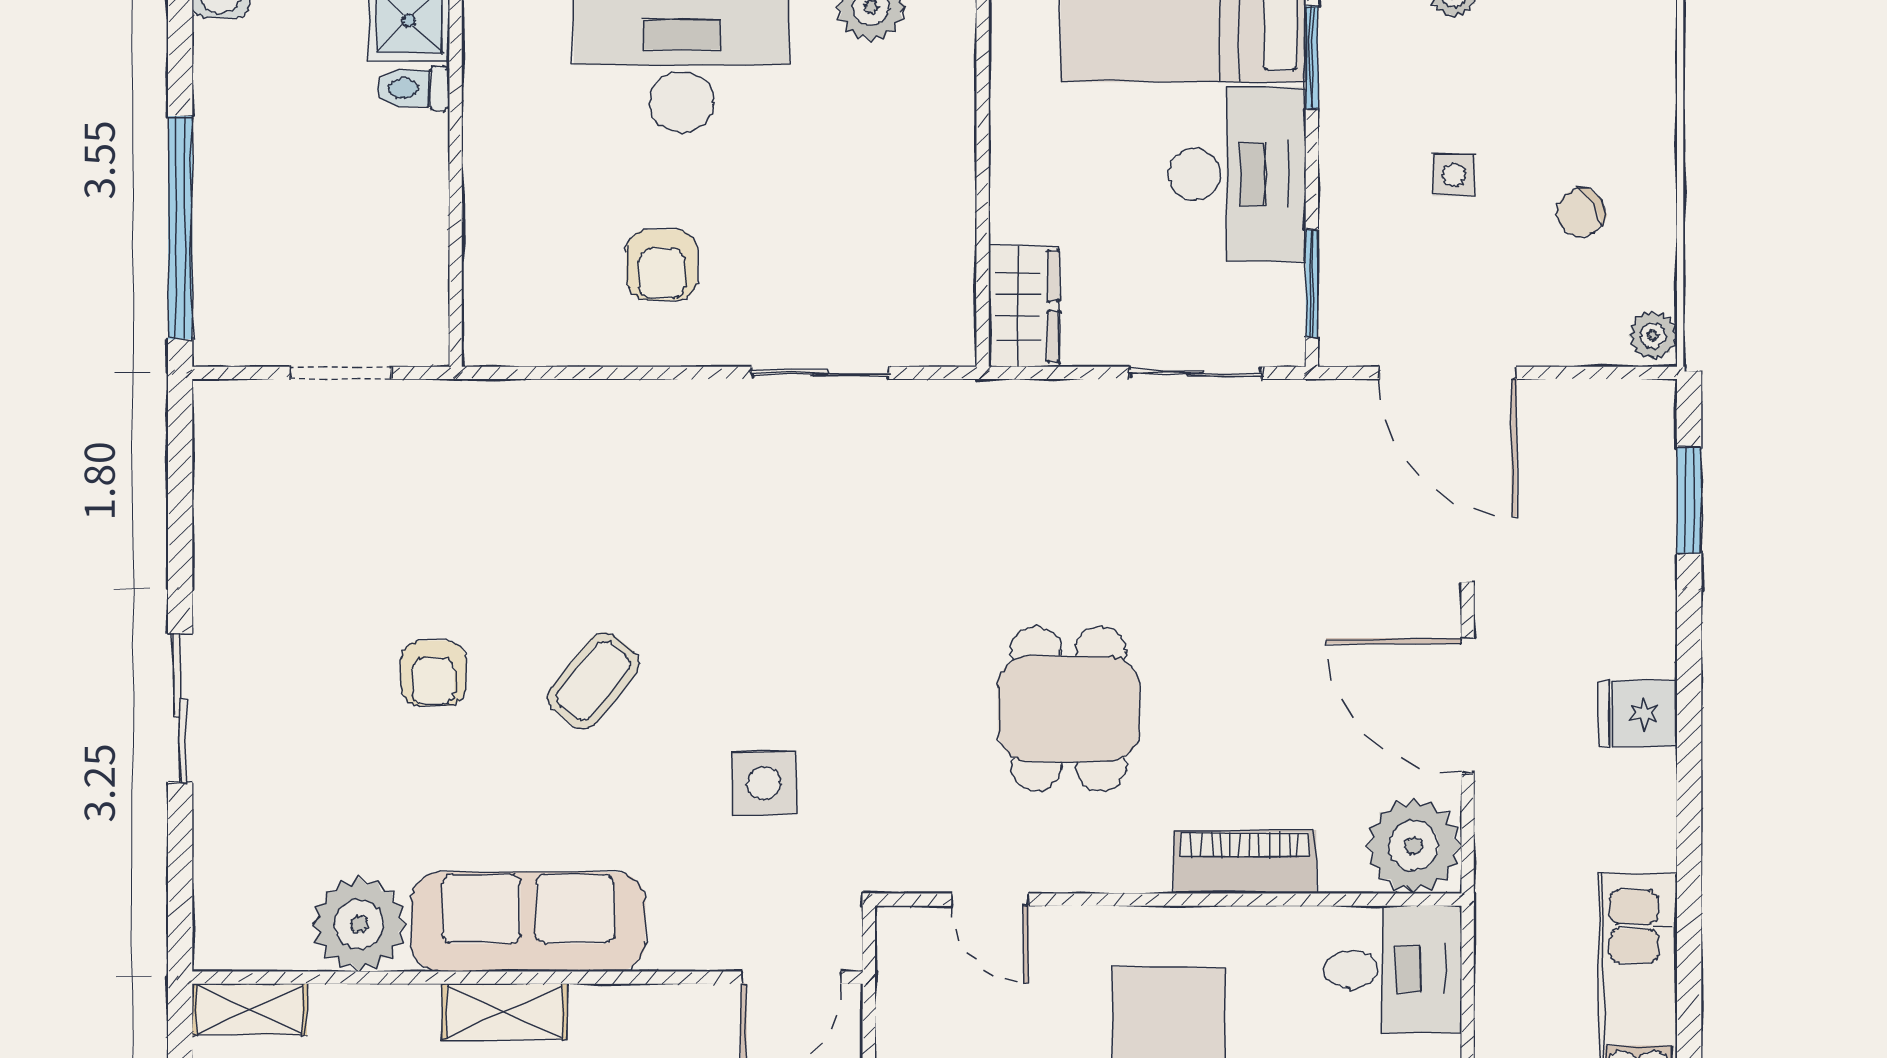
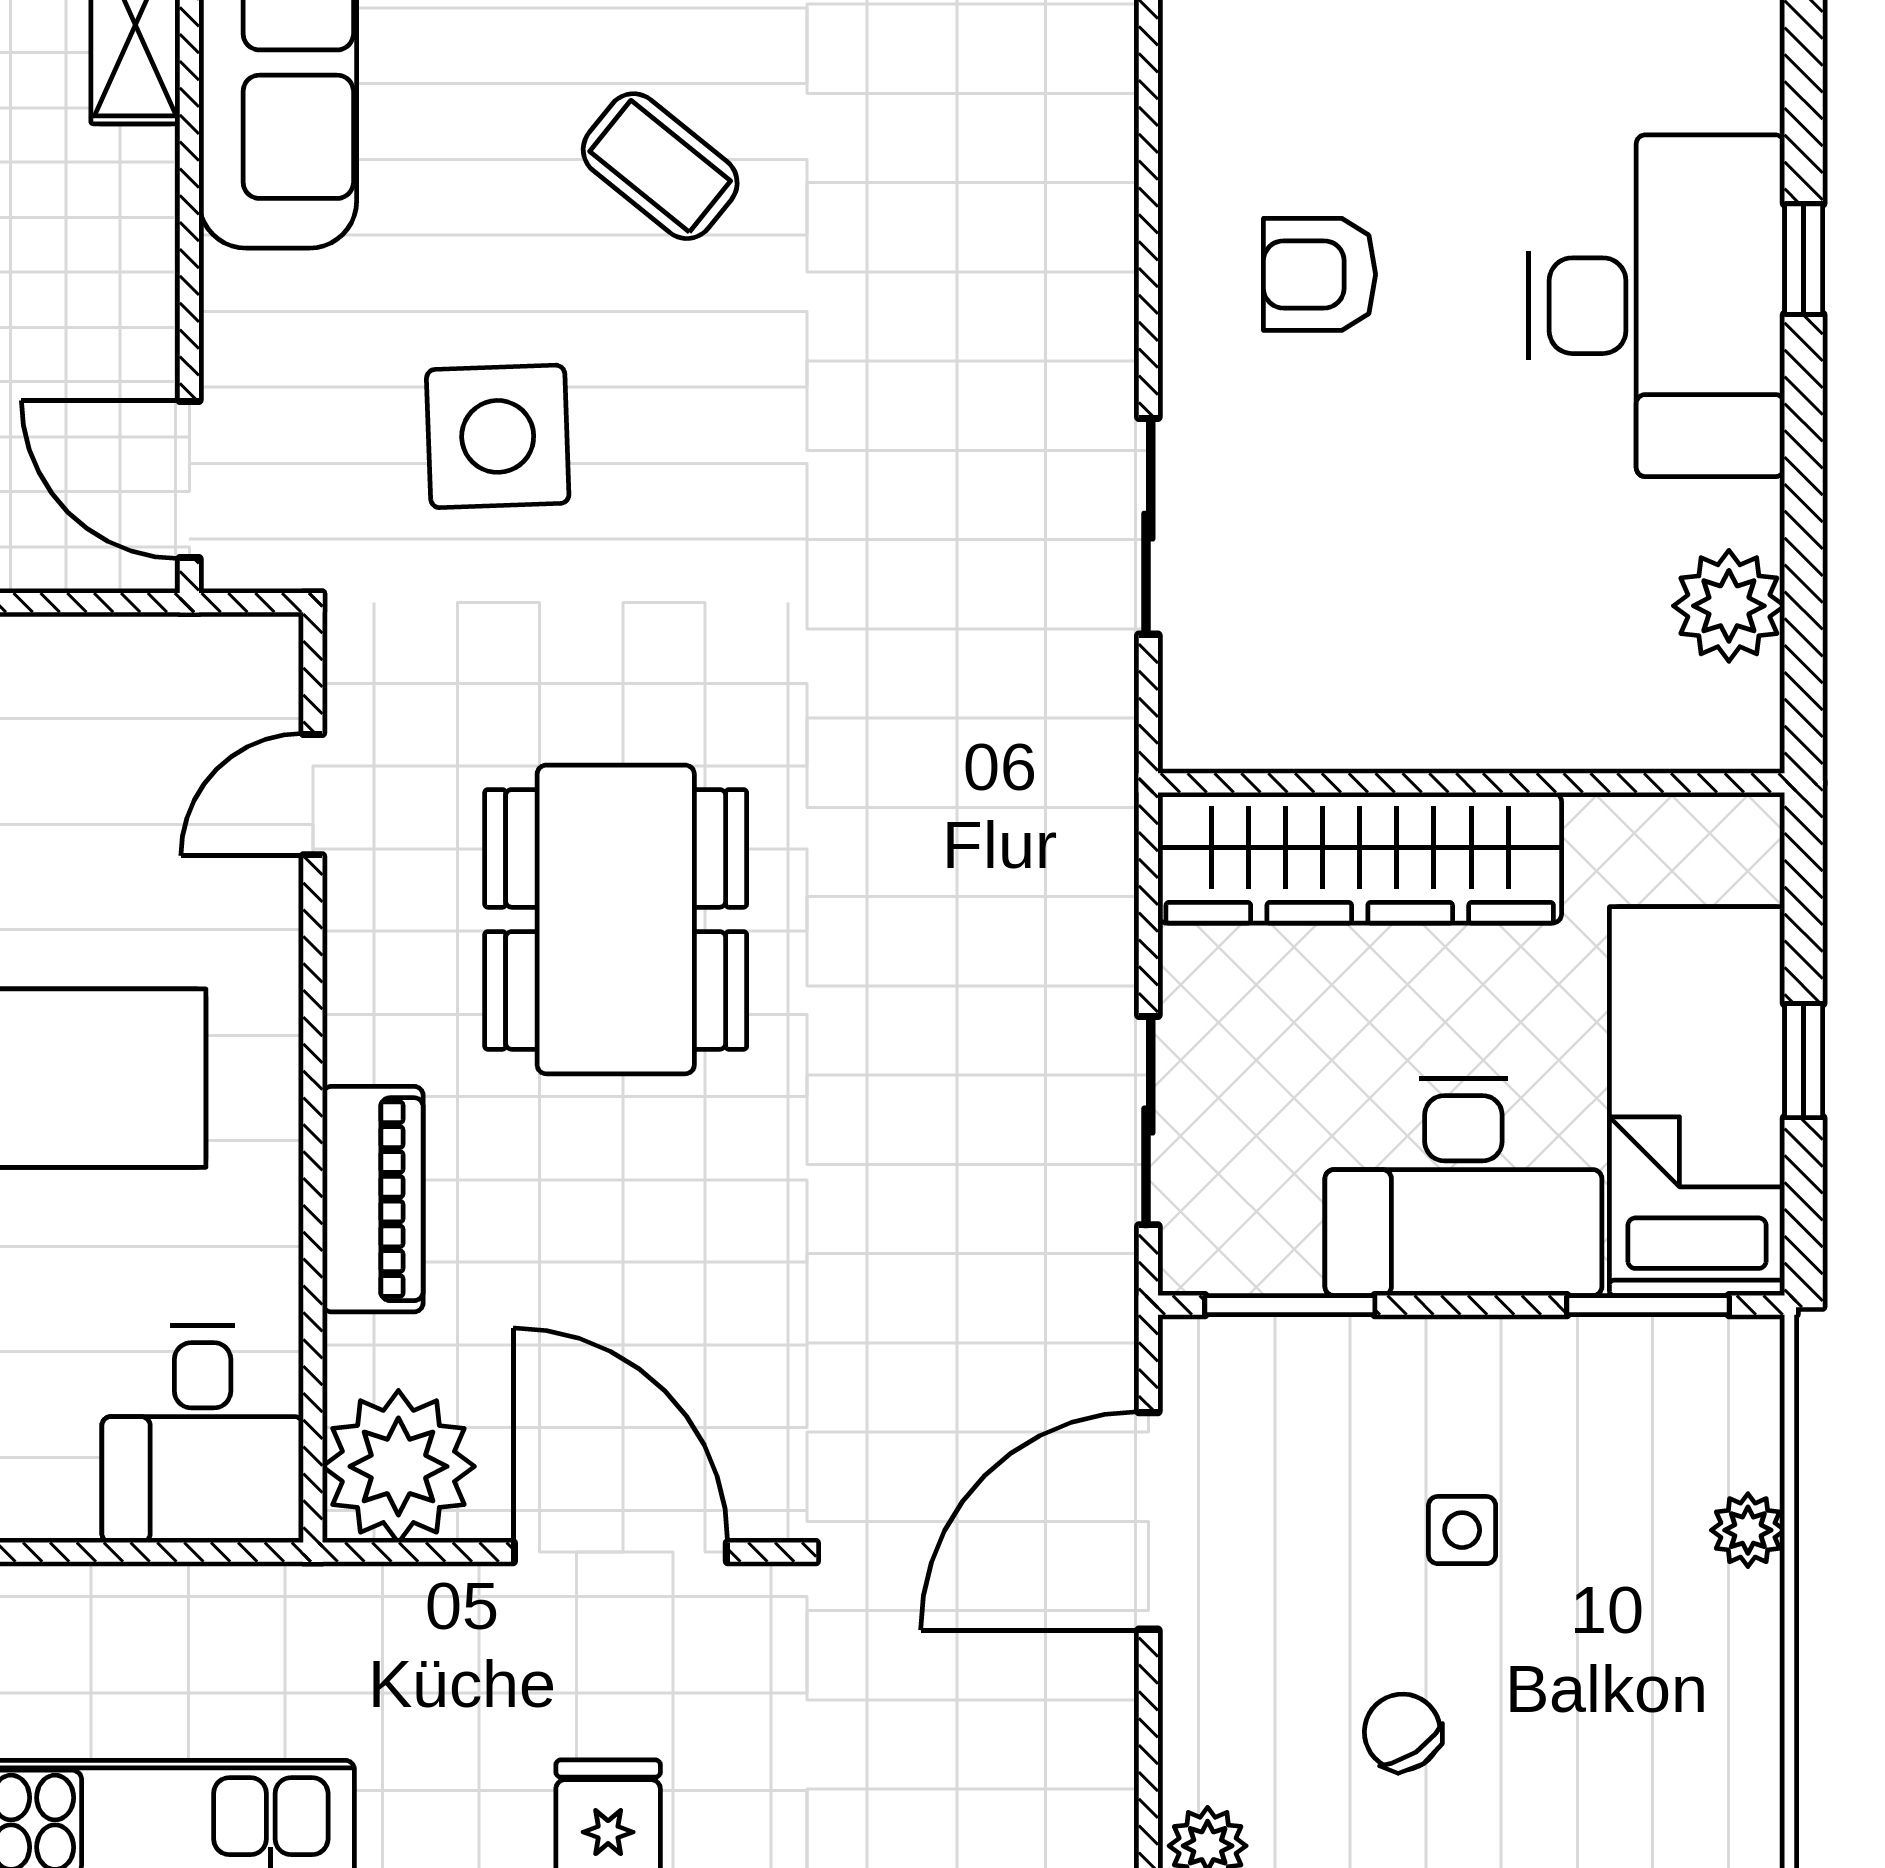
wardrobe: (1024, 306) -> (1360, 858), width x2.10, depth x1.17
door: (1468, 706) -> (620, 1552), hinge flipped
dining table: (1069, 709) -> (616, 919), width x1.38
side table: (764, 783) -> (498, 436), width x1.37, depth x1.37

